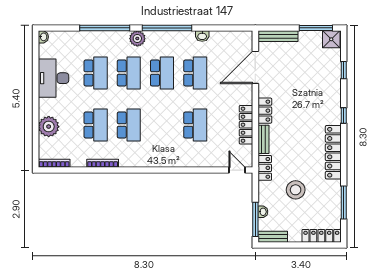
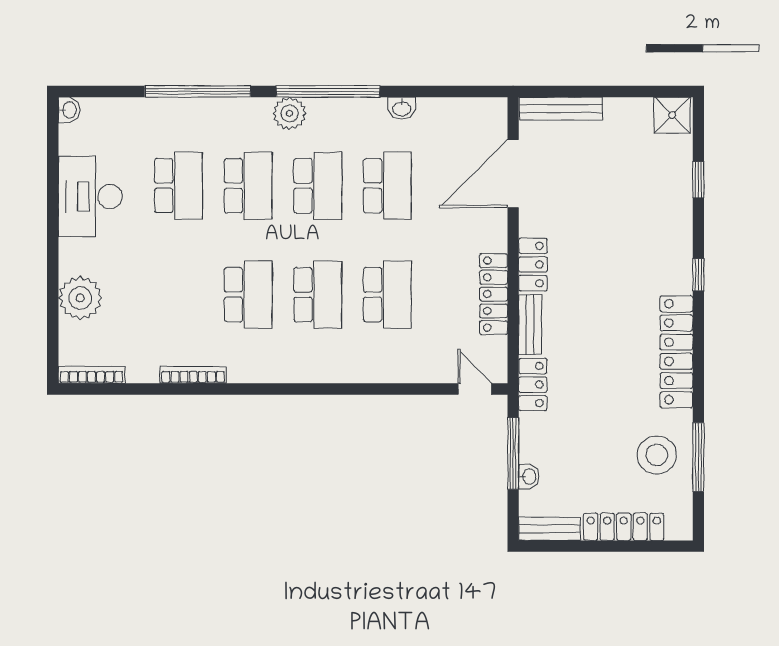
window: (316, 28) -> (640, 91), removed
plant: (137, 38) -> (290, 113), moved
school desk: (96, 125) -> (318, 295), moved
stool: (296, 190) -> (657, 455), moved
window: (255, 219) -> (513, 454), moved
locker: (321, 236) -> (624, 527), moved

